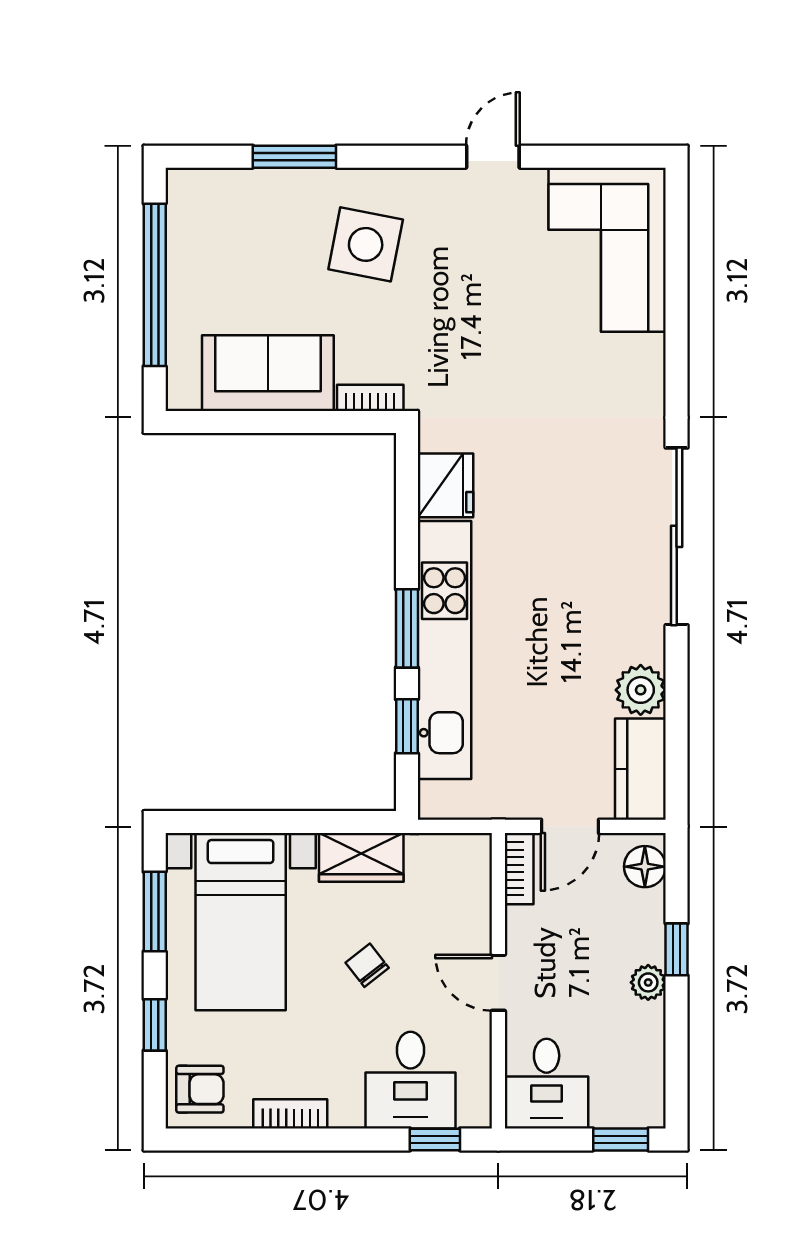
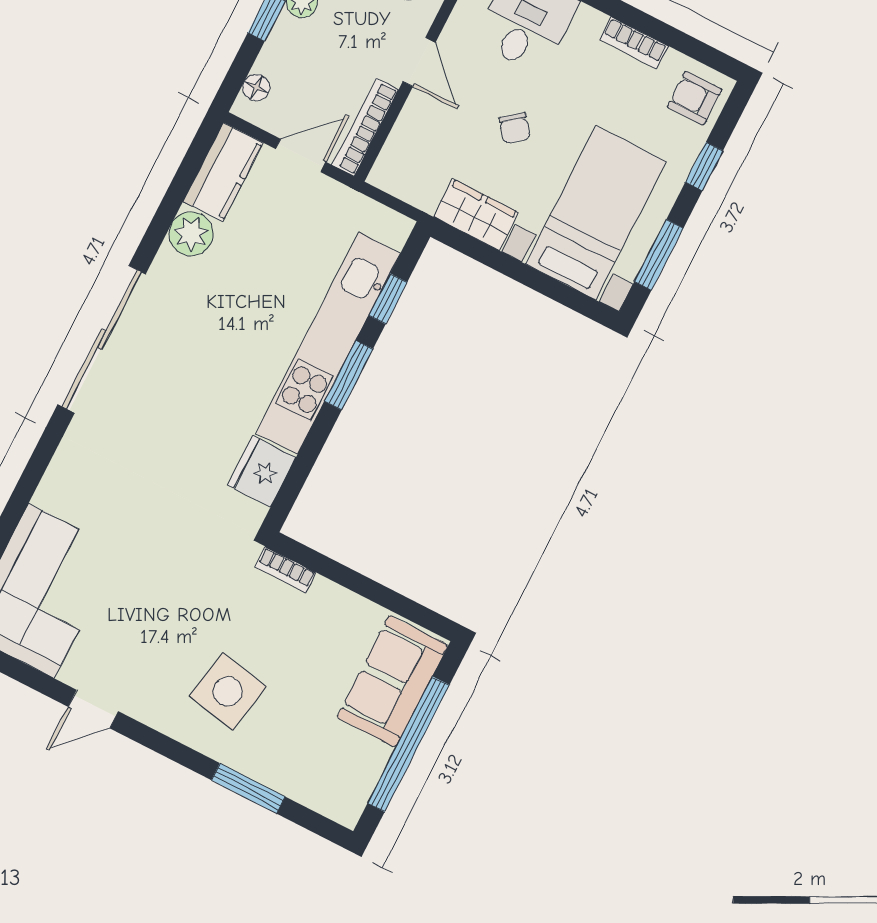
sofa: (268, 373) -> (392, 681), moved, turned 90
floor lamp: (645, 867) -> (256, 87), width x0.73, depth x0.73
bookcase: (519, 869) -> (365, 127), width x1.56

